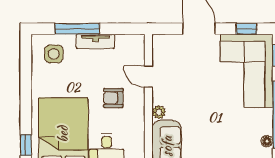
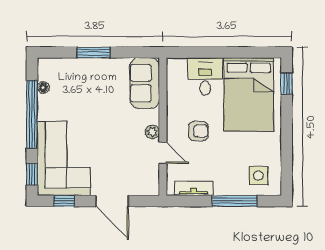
tv unit: (95, 41) -> (194, 188), moved
plant: (159, 112) -> (152, 132), moved

